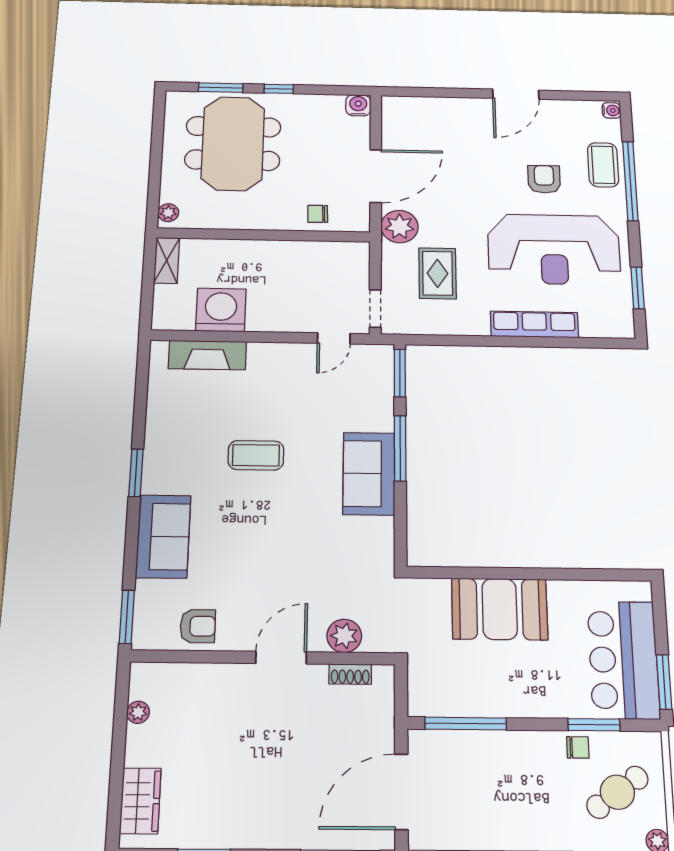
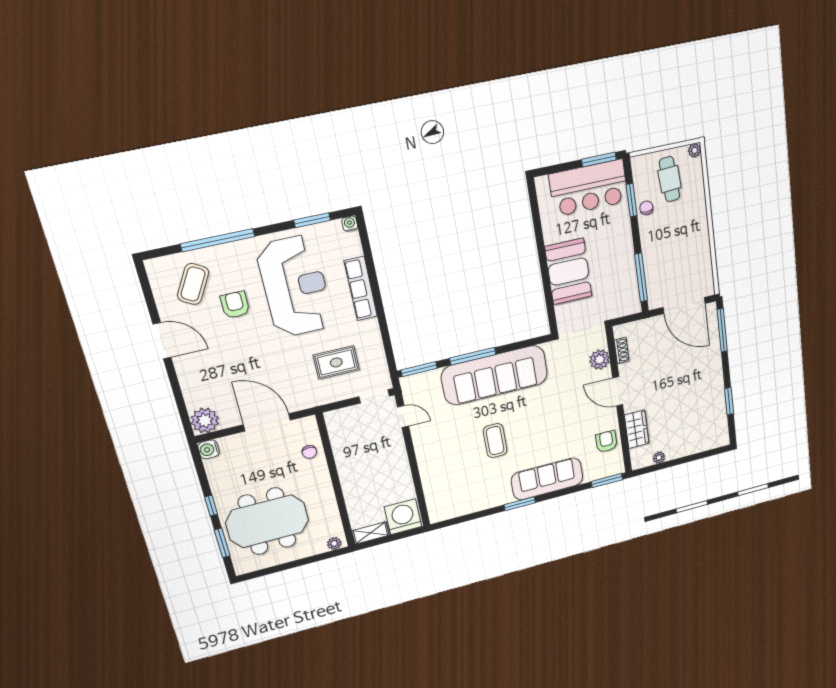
water cooler: (611, 110) -> (350, 224), moved
coffee table: (603, 165) -> (193, 284), moved, turned -60
armchair: (544, 179) -> (235, 305), turned 90
plant: (399, 227) -> (205, 420), moved
washing machine: (221, 310) -> (403, 517), moved, turned 90
fireplace: (207, 355) -> (433, 488), removed
sofa: (369, 474) -> (495, 375), width x1.85, depth x1.27
sofa: (163, 536) -> (547, 479), width x1.36
cafe table: (617, 792) -> (670, 179), turned 32
wardrobe: (140, 801) -> (637, 429), moved, turned 90

